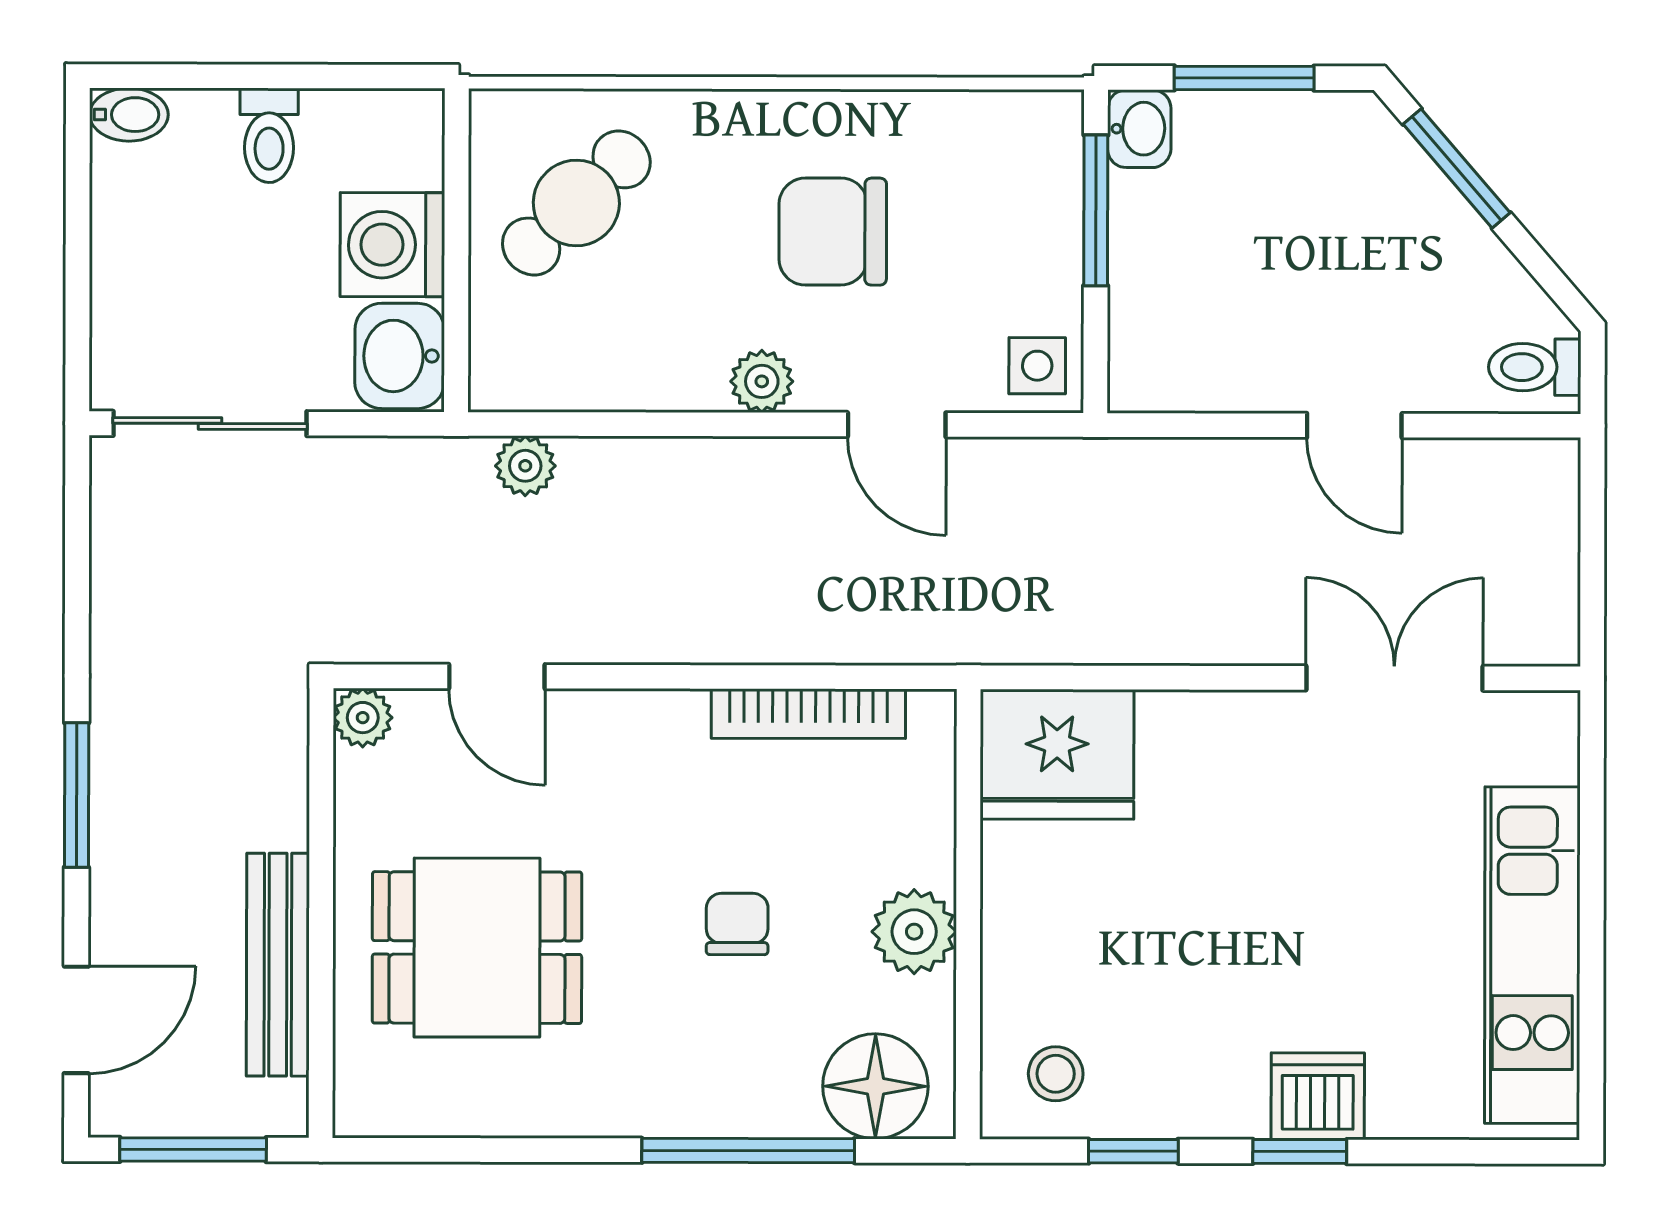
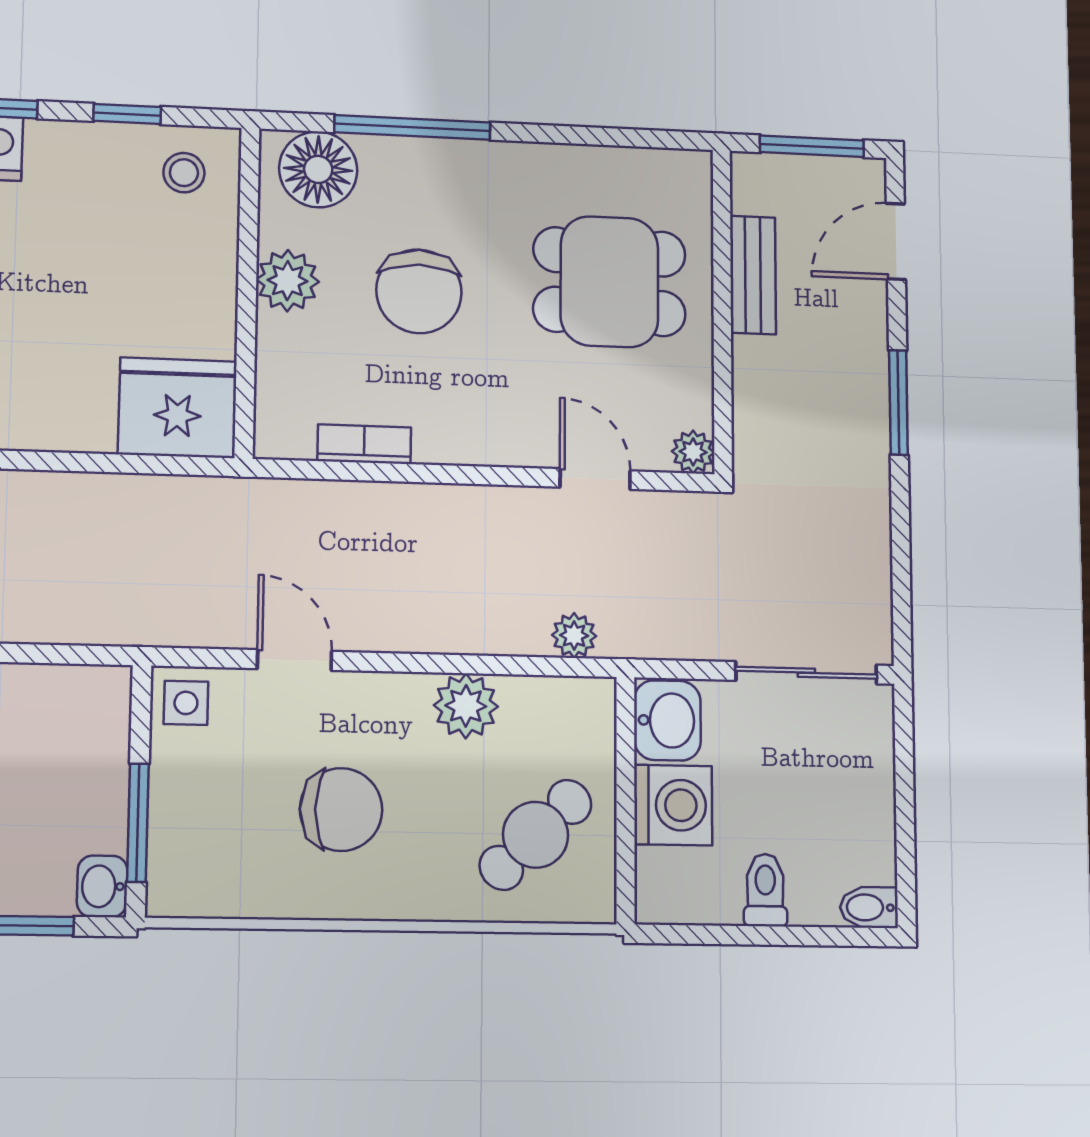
plant: (762, 381) -> (466, 706), moved, width x1.38, depth x1.38
bookcase: (808, 714) -> (364, 444), width x0.64
chair: (737, 924) -> (419, 291), width x1.87, depth x1.87
bench: (278, 965) -> (753, 275), width x0.73

